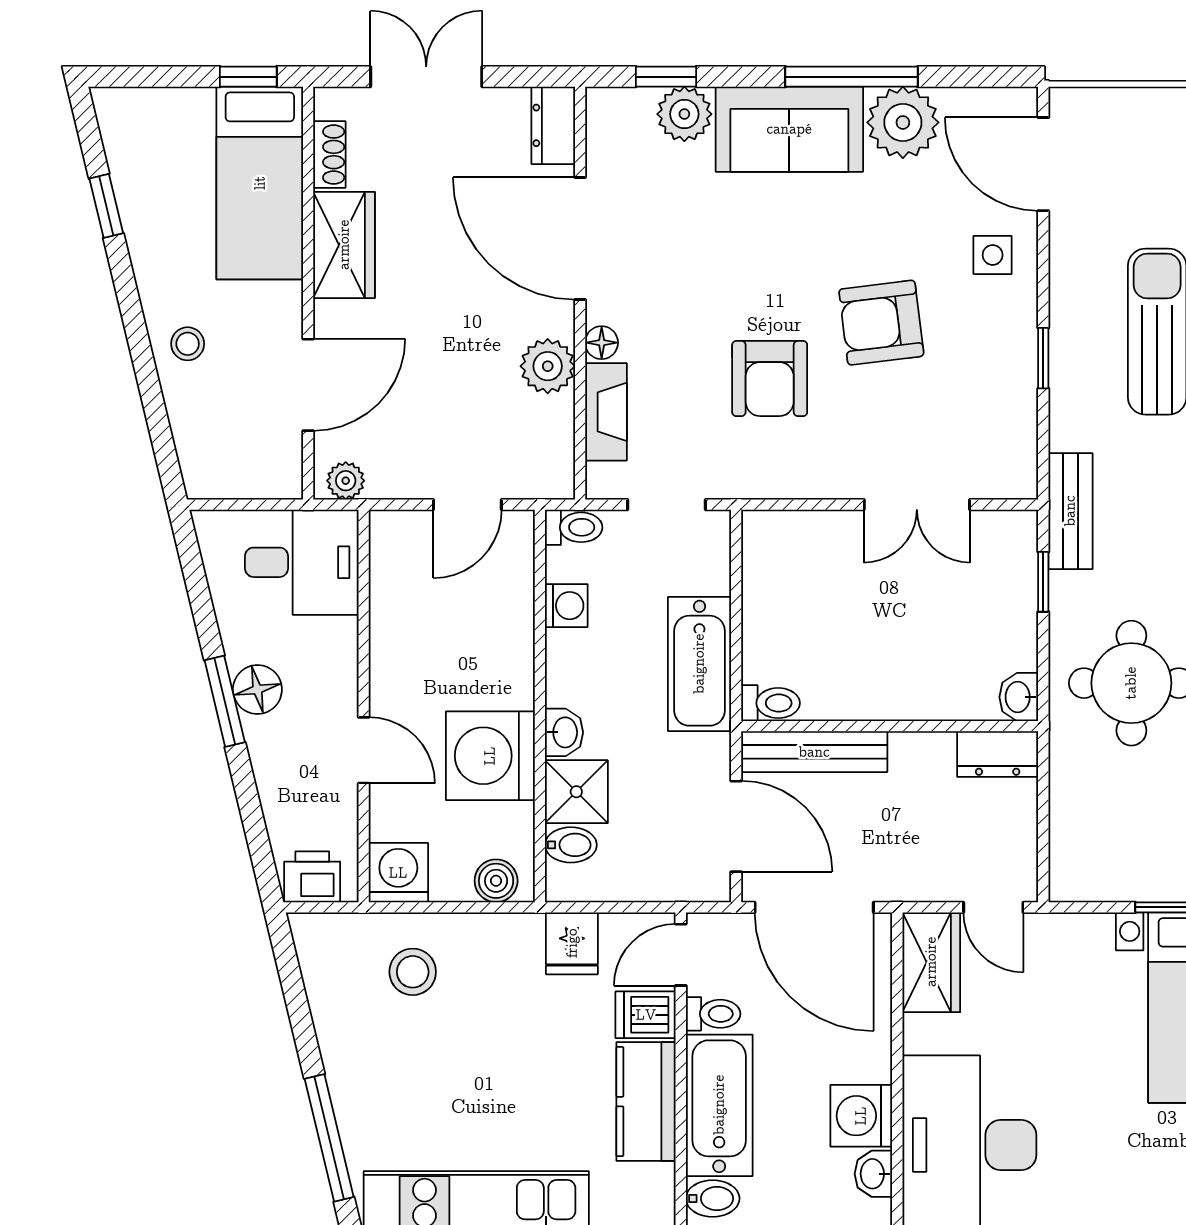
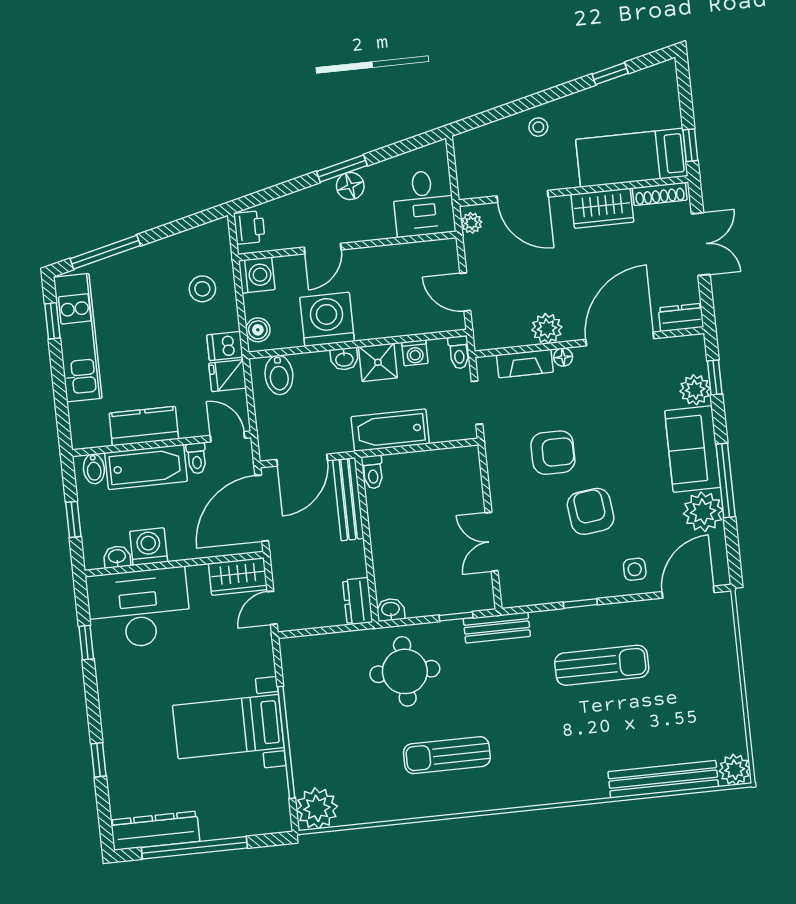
shoe rack: (329, 155) -> (660, 194), width x1.43
armchair: (770, 379) -> (553, 453), turned 180
shower: (576, 792) -> (378, 362), moved
bidet: (571, 845) -> (279, 375), width x1.38, depth x1.36
dishwasher: (646, 1015) -> (225, 346), moved, turned -90

